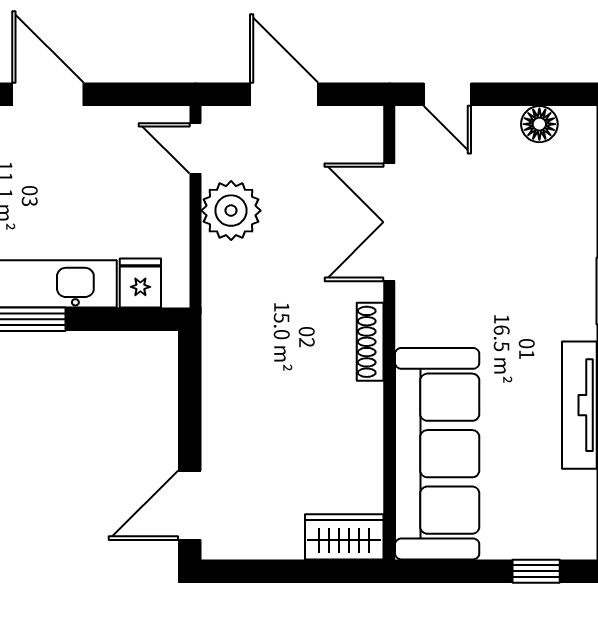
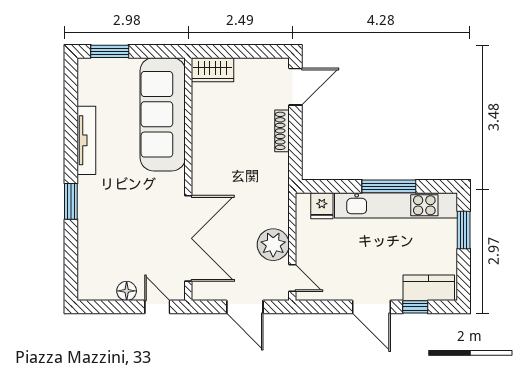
floor lamp: (539, 124) -> (127, 291), moved
double door: (389, 222) -> (188, 238), width x1.36
shoe rack: (370, 342) -> (282, 131), moved, turned 180
window: (536, 571) -> (110, 51), width x1.50

